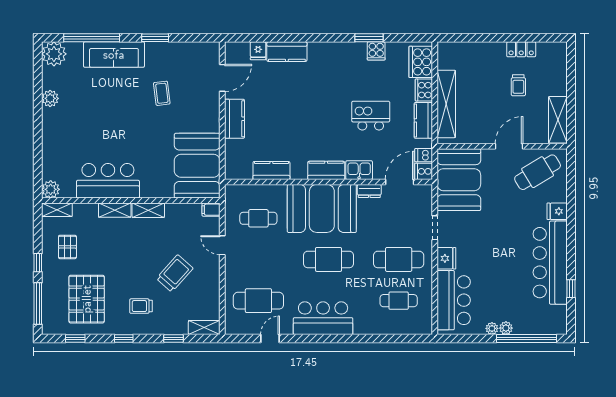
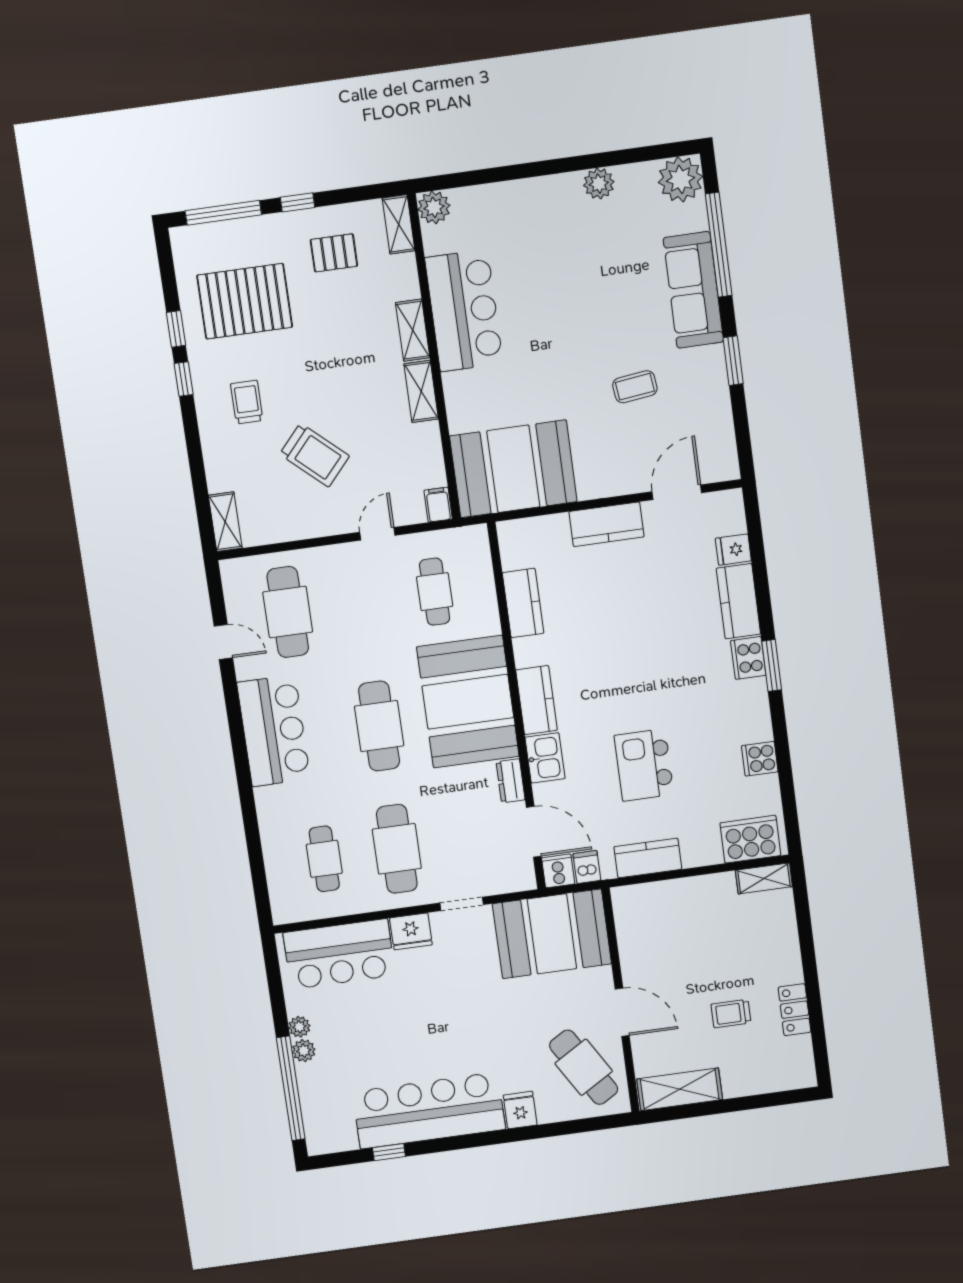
window: (369, 38) -> (772, 666), moved
door: (222, 78) -> (677, 492), swing flipped
cooker: (424, 90) -> (748, 658), moved, turned -90
shelving: (446, 104) -> (764, 878), moved, width x0.45, depth x0.75
kitchen island: (371, 116) -> (644, 765), turned 180
window: (75, 339) -> (176, 329), moved
window: (173, 339) -> (197, 469), removed

